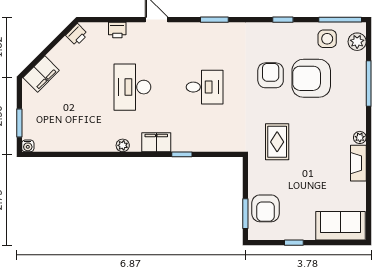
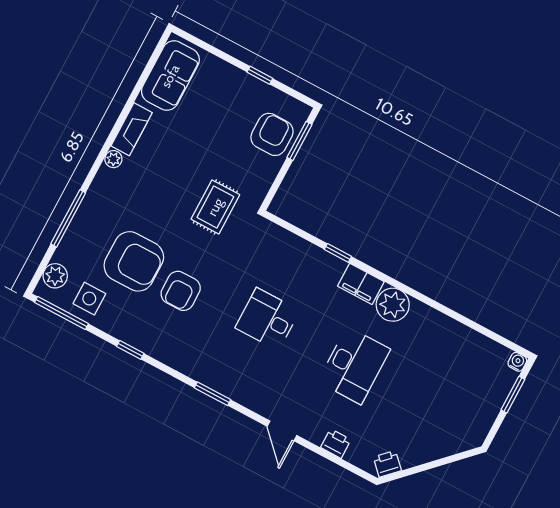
filing cabinet: (41, 74) -> (455, 440), removed
plant: (123, 145) -> (393, 305), width x1.88, depth x1.88
sofa: (340, 226) -> (170, 76), moved, turned -90

